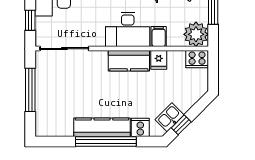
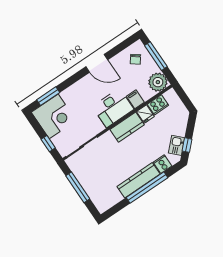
cooker: (197, 59) -> (158, 105), moved

